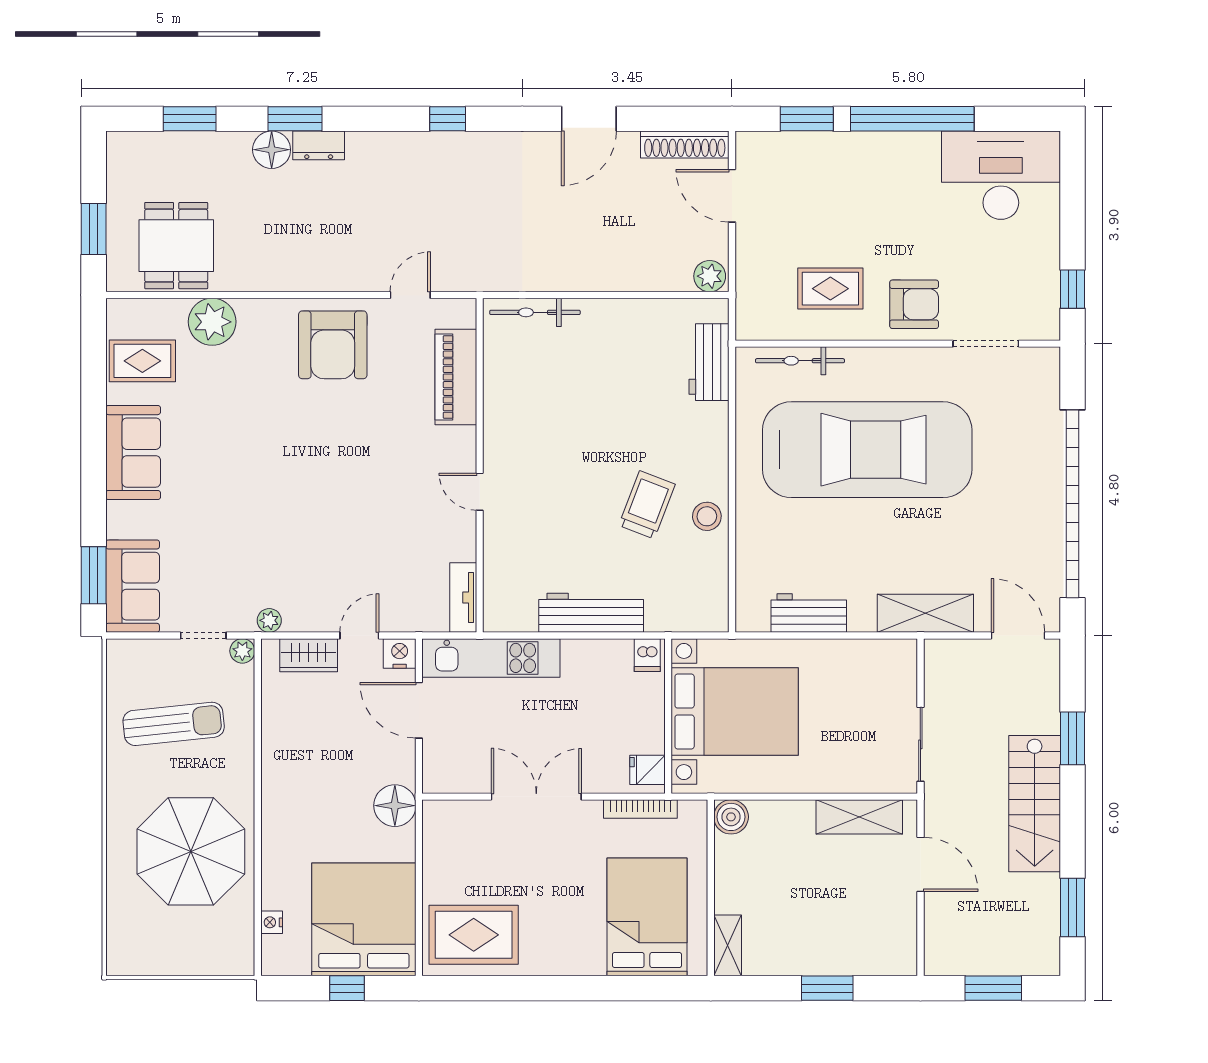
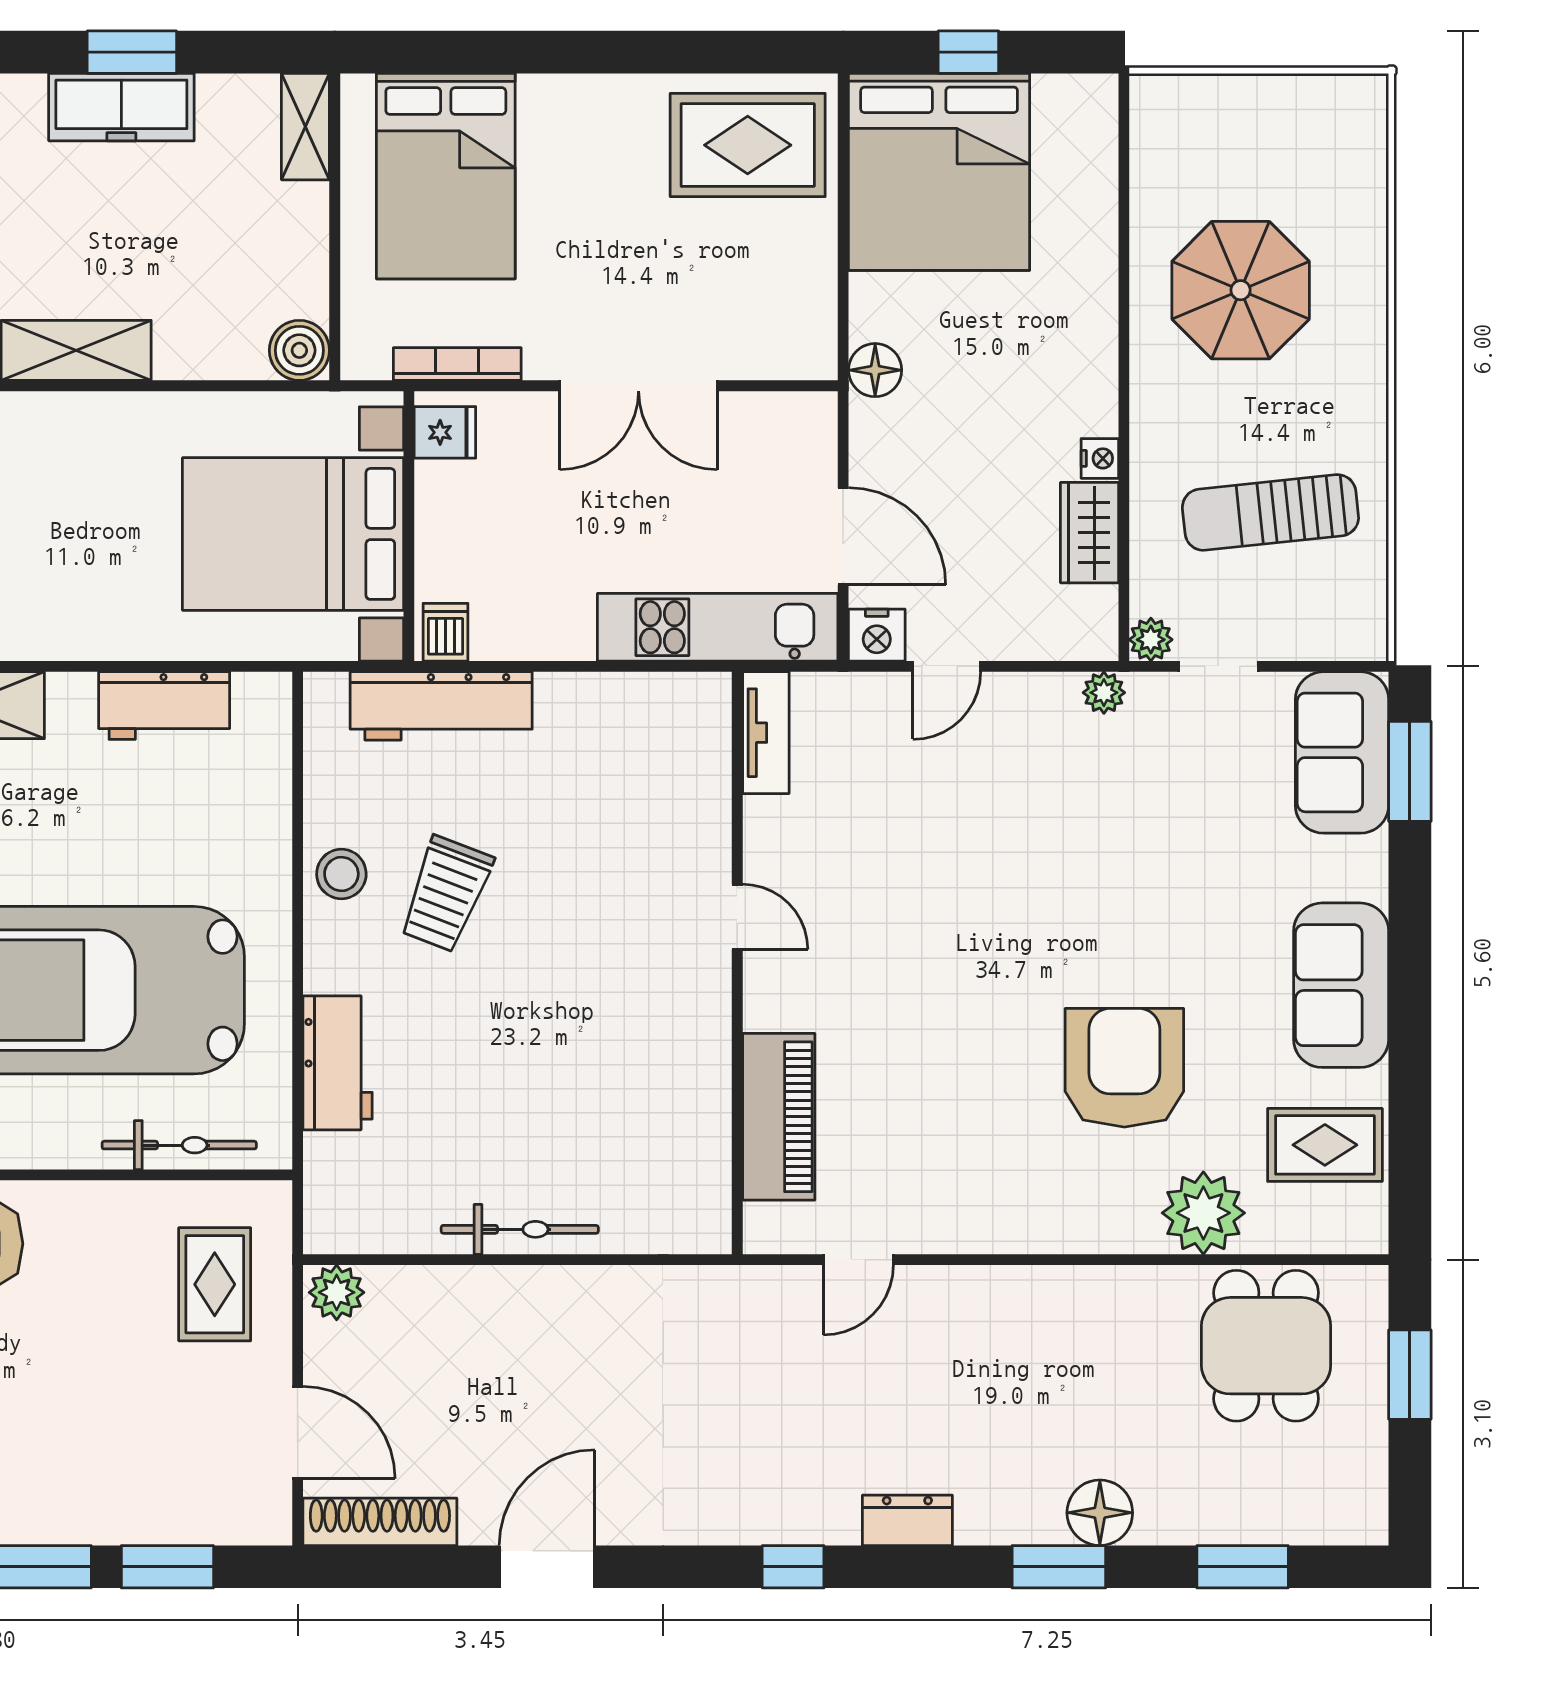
dresser: (319, 145) -> (907, 1520), moved
rug: (830, 289) -> (215, 1284), moved, turned 90
bicycle: (535, 312) -> (520, 1229), moved
armchair: (333, 345) -> (1124, 1068), moved
workbench: (709, 362) -> (338, 1063), moved
workbench: (591, 613) -> (441, 706), moved
wardrobe: (309, 655) -> (1089, 533), moved, turned -90
floor lamp: (395, 806) -> (875, 370), width x0.73, depth x0.73
parasol: (191, 851) -> (1241, 290), width x0.73, depth x0.73
nightstand: (272, 922) -> (1100, 458), moved
freezer: (833, 957) -> (121, 107), added

